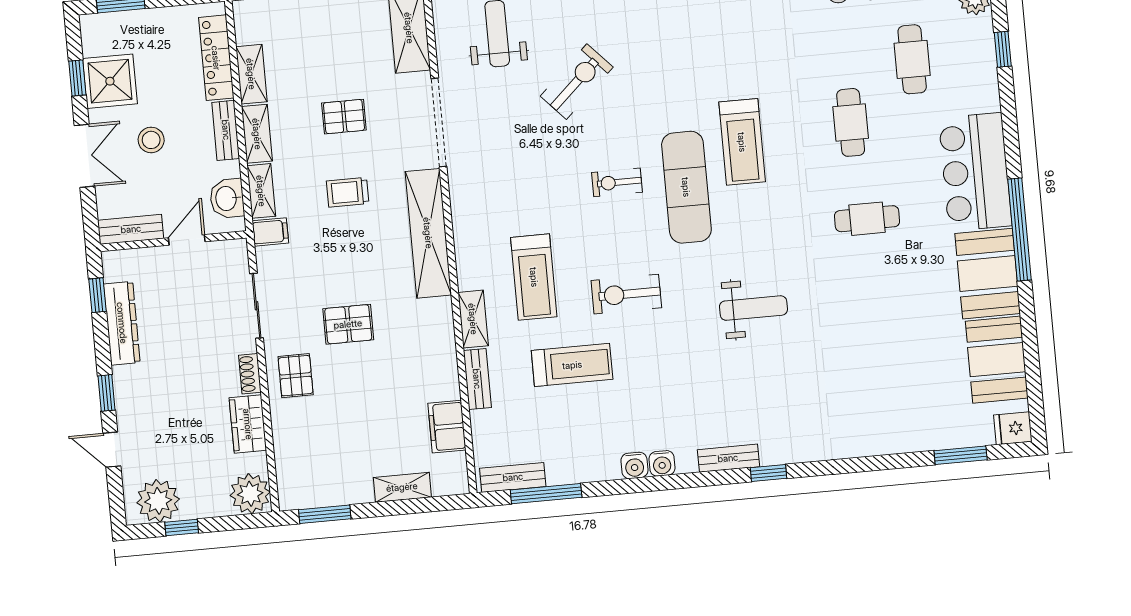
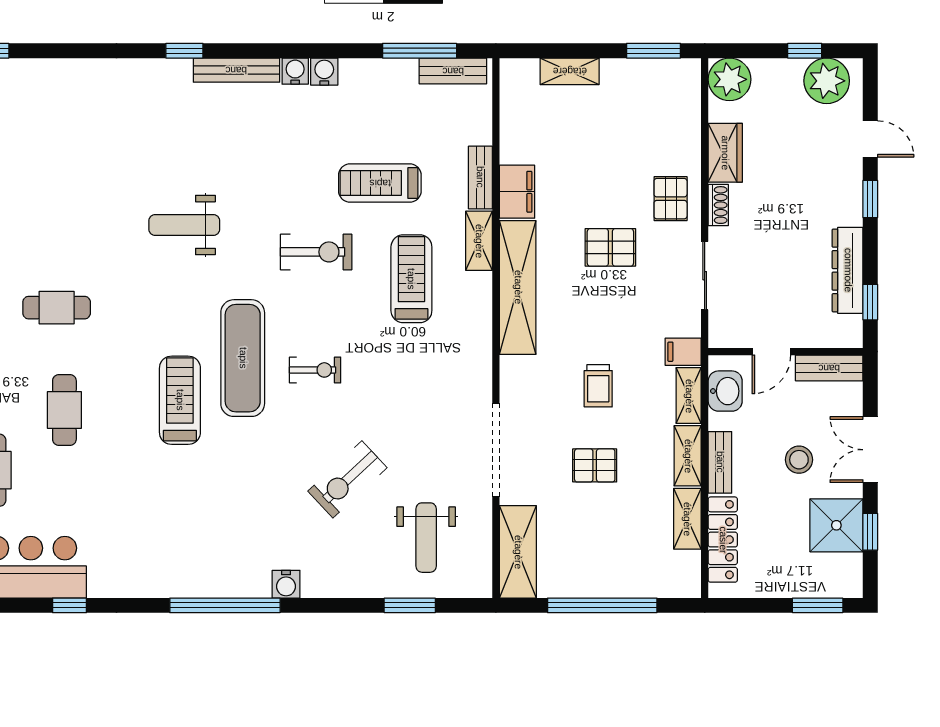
trolley: (348, 192) -> (598, 386), turned 90
shelving: (428, 233) -> (518, 287), moved
filing cabinet: (447, 427) -> (517, 192), moved
bench: (728, 458) -> (236, 70), width x1.36

